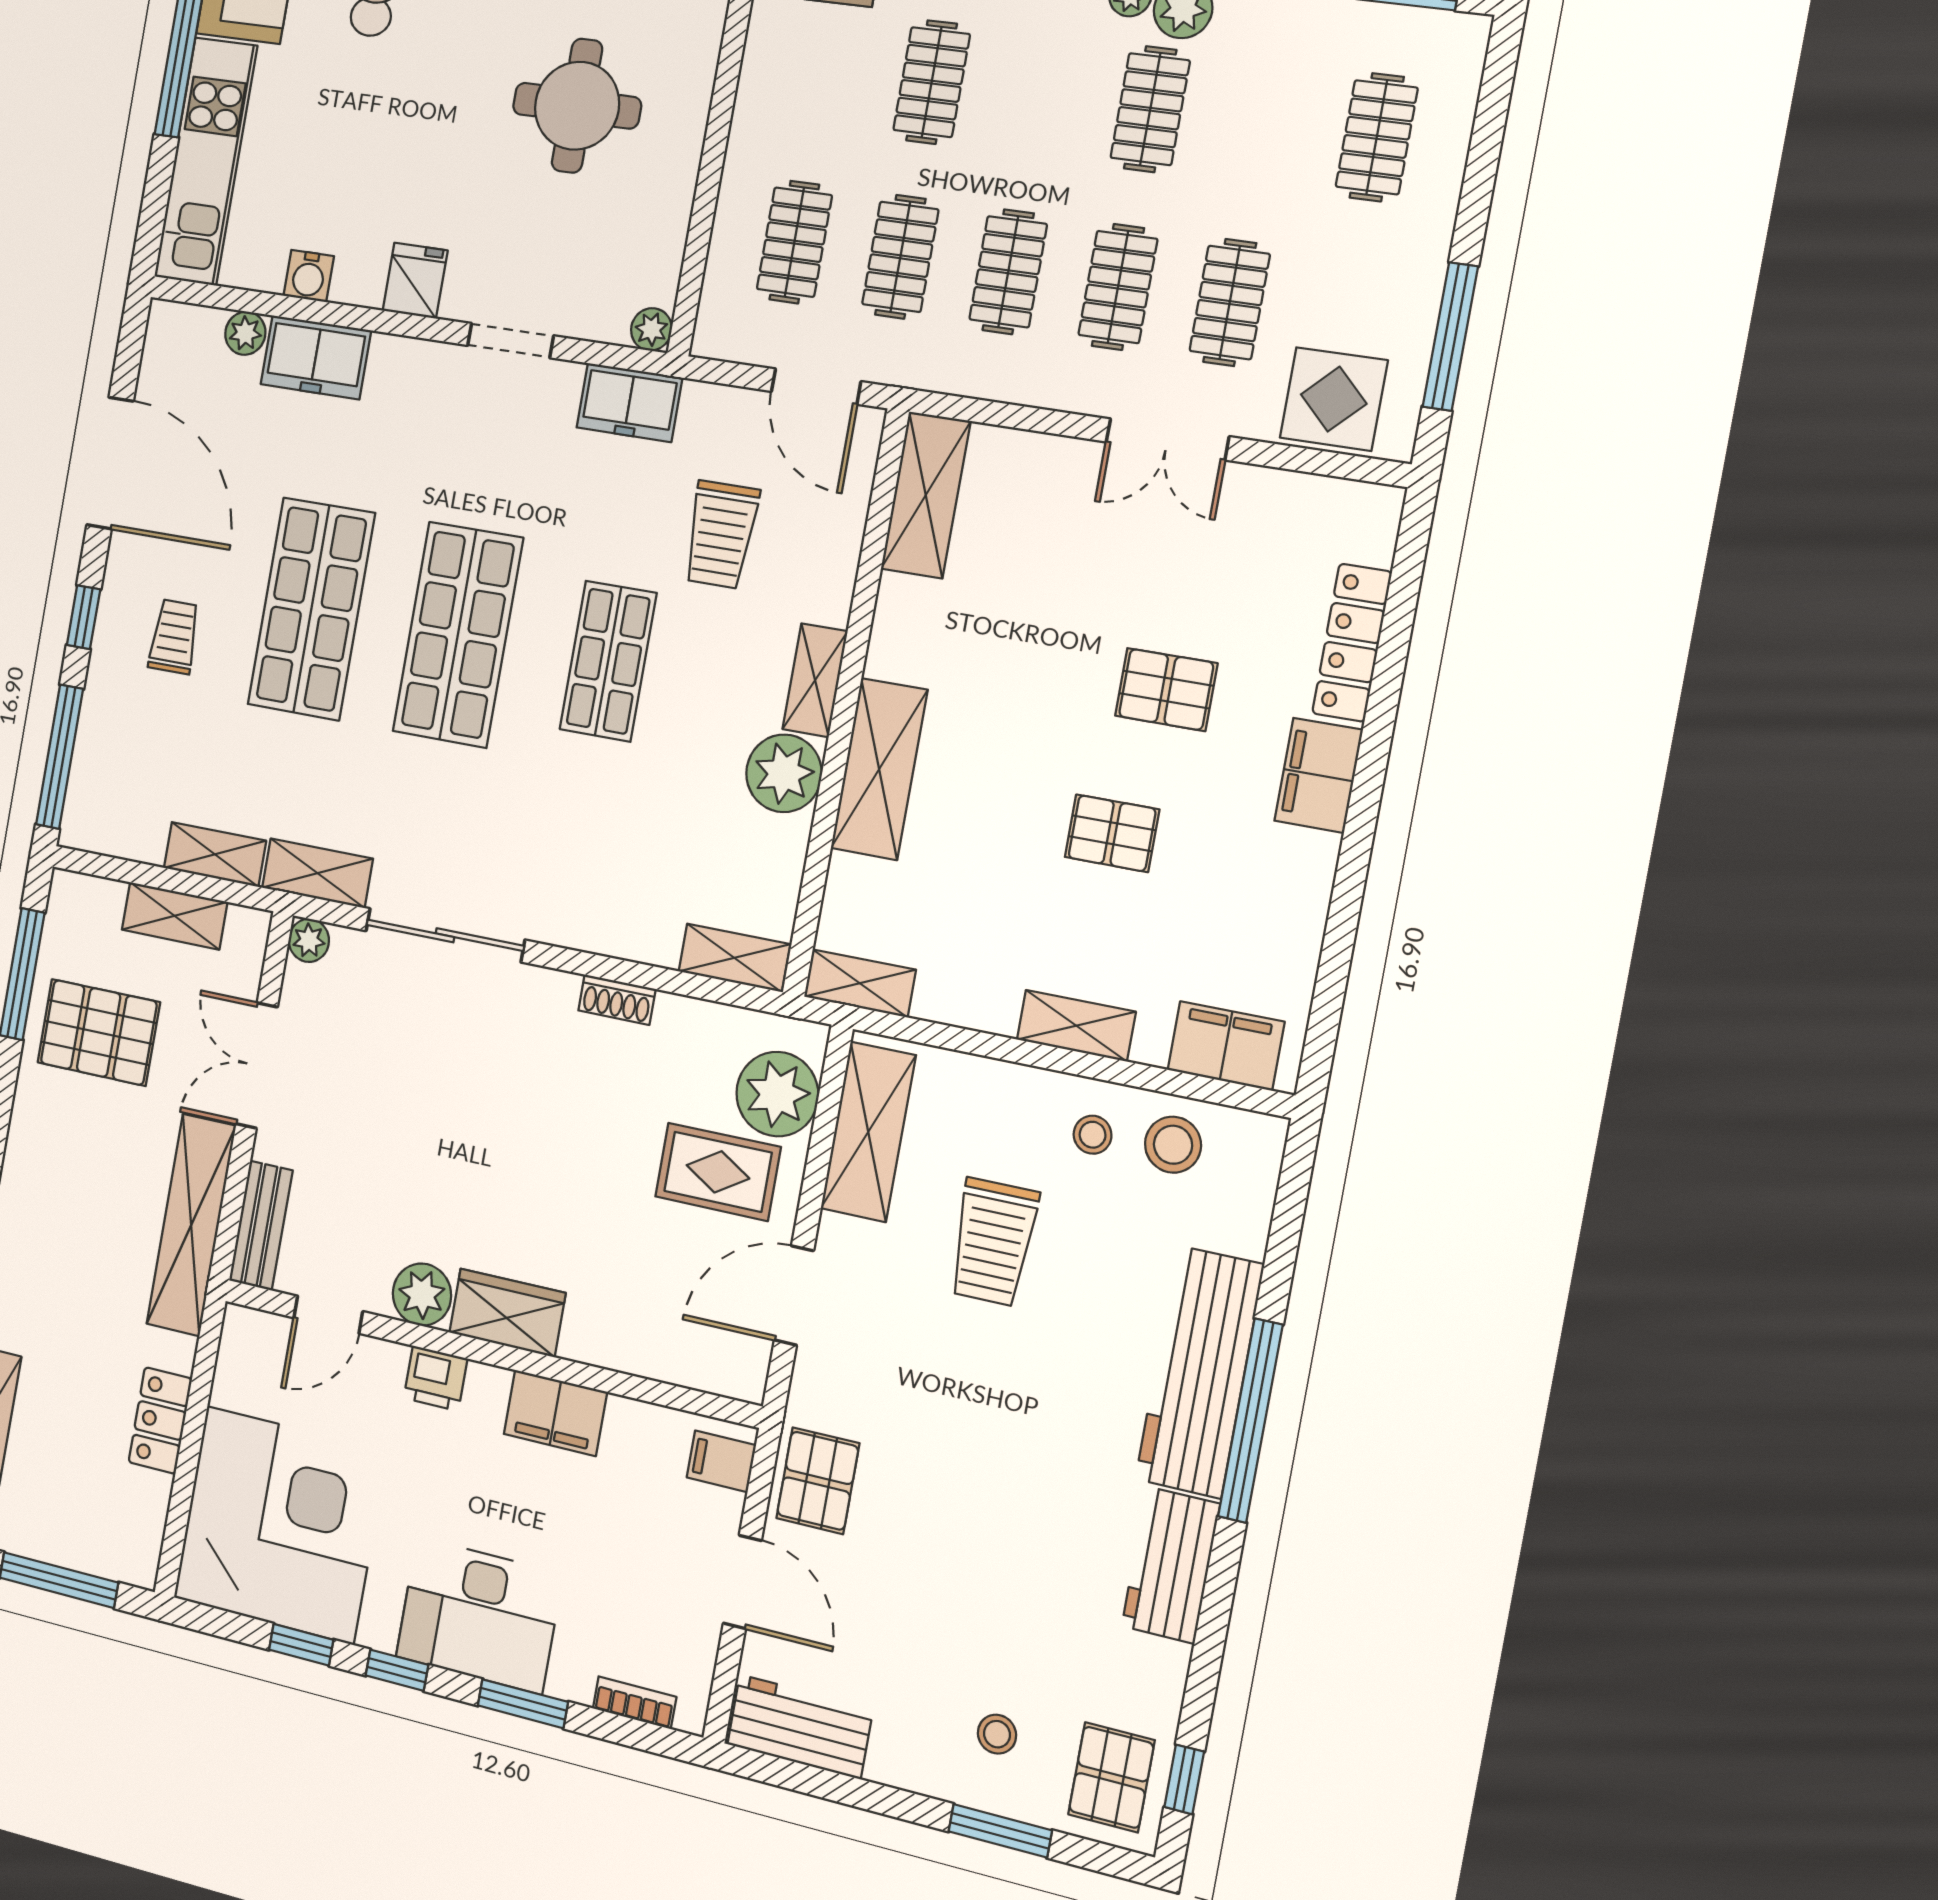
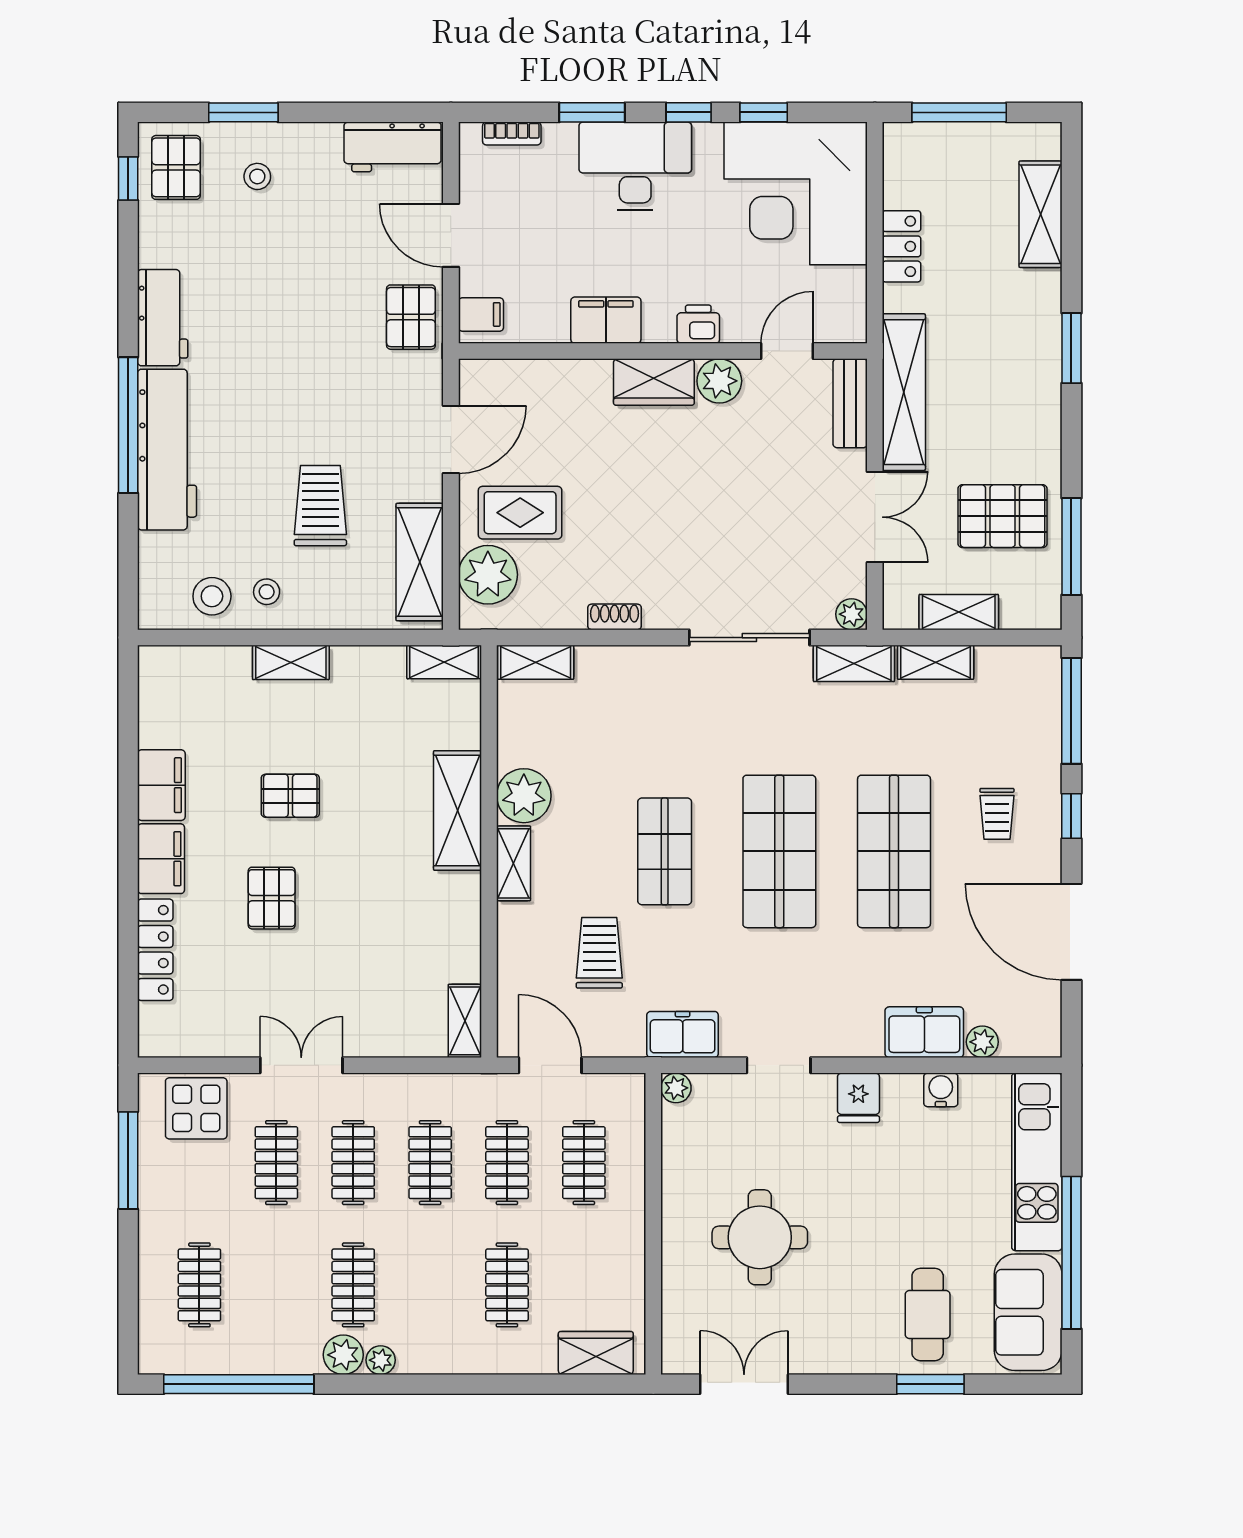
shelving: (926, 495) -> (465, 1021), width x0.67, depth x0.75
pallet: (1166, 690) -> (272, 898), turned 90
filing cabinet: (1226, 1046) -> (161, 785), moved, turned -90

